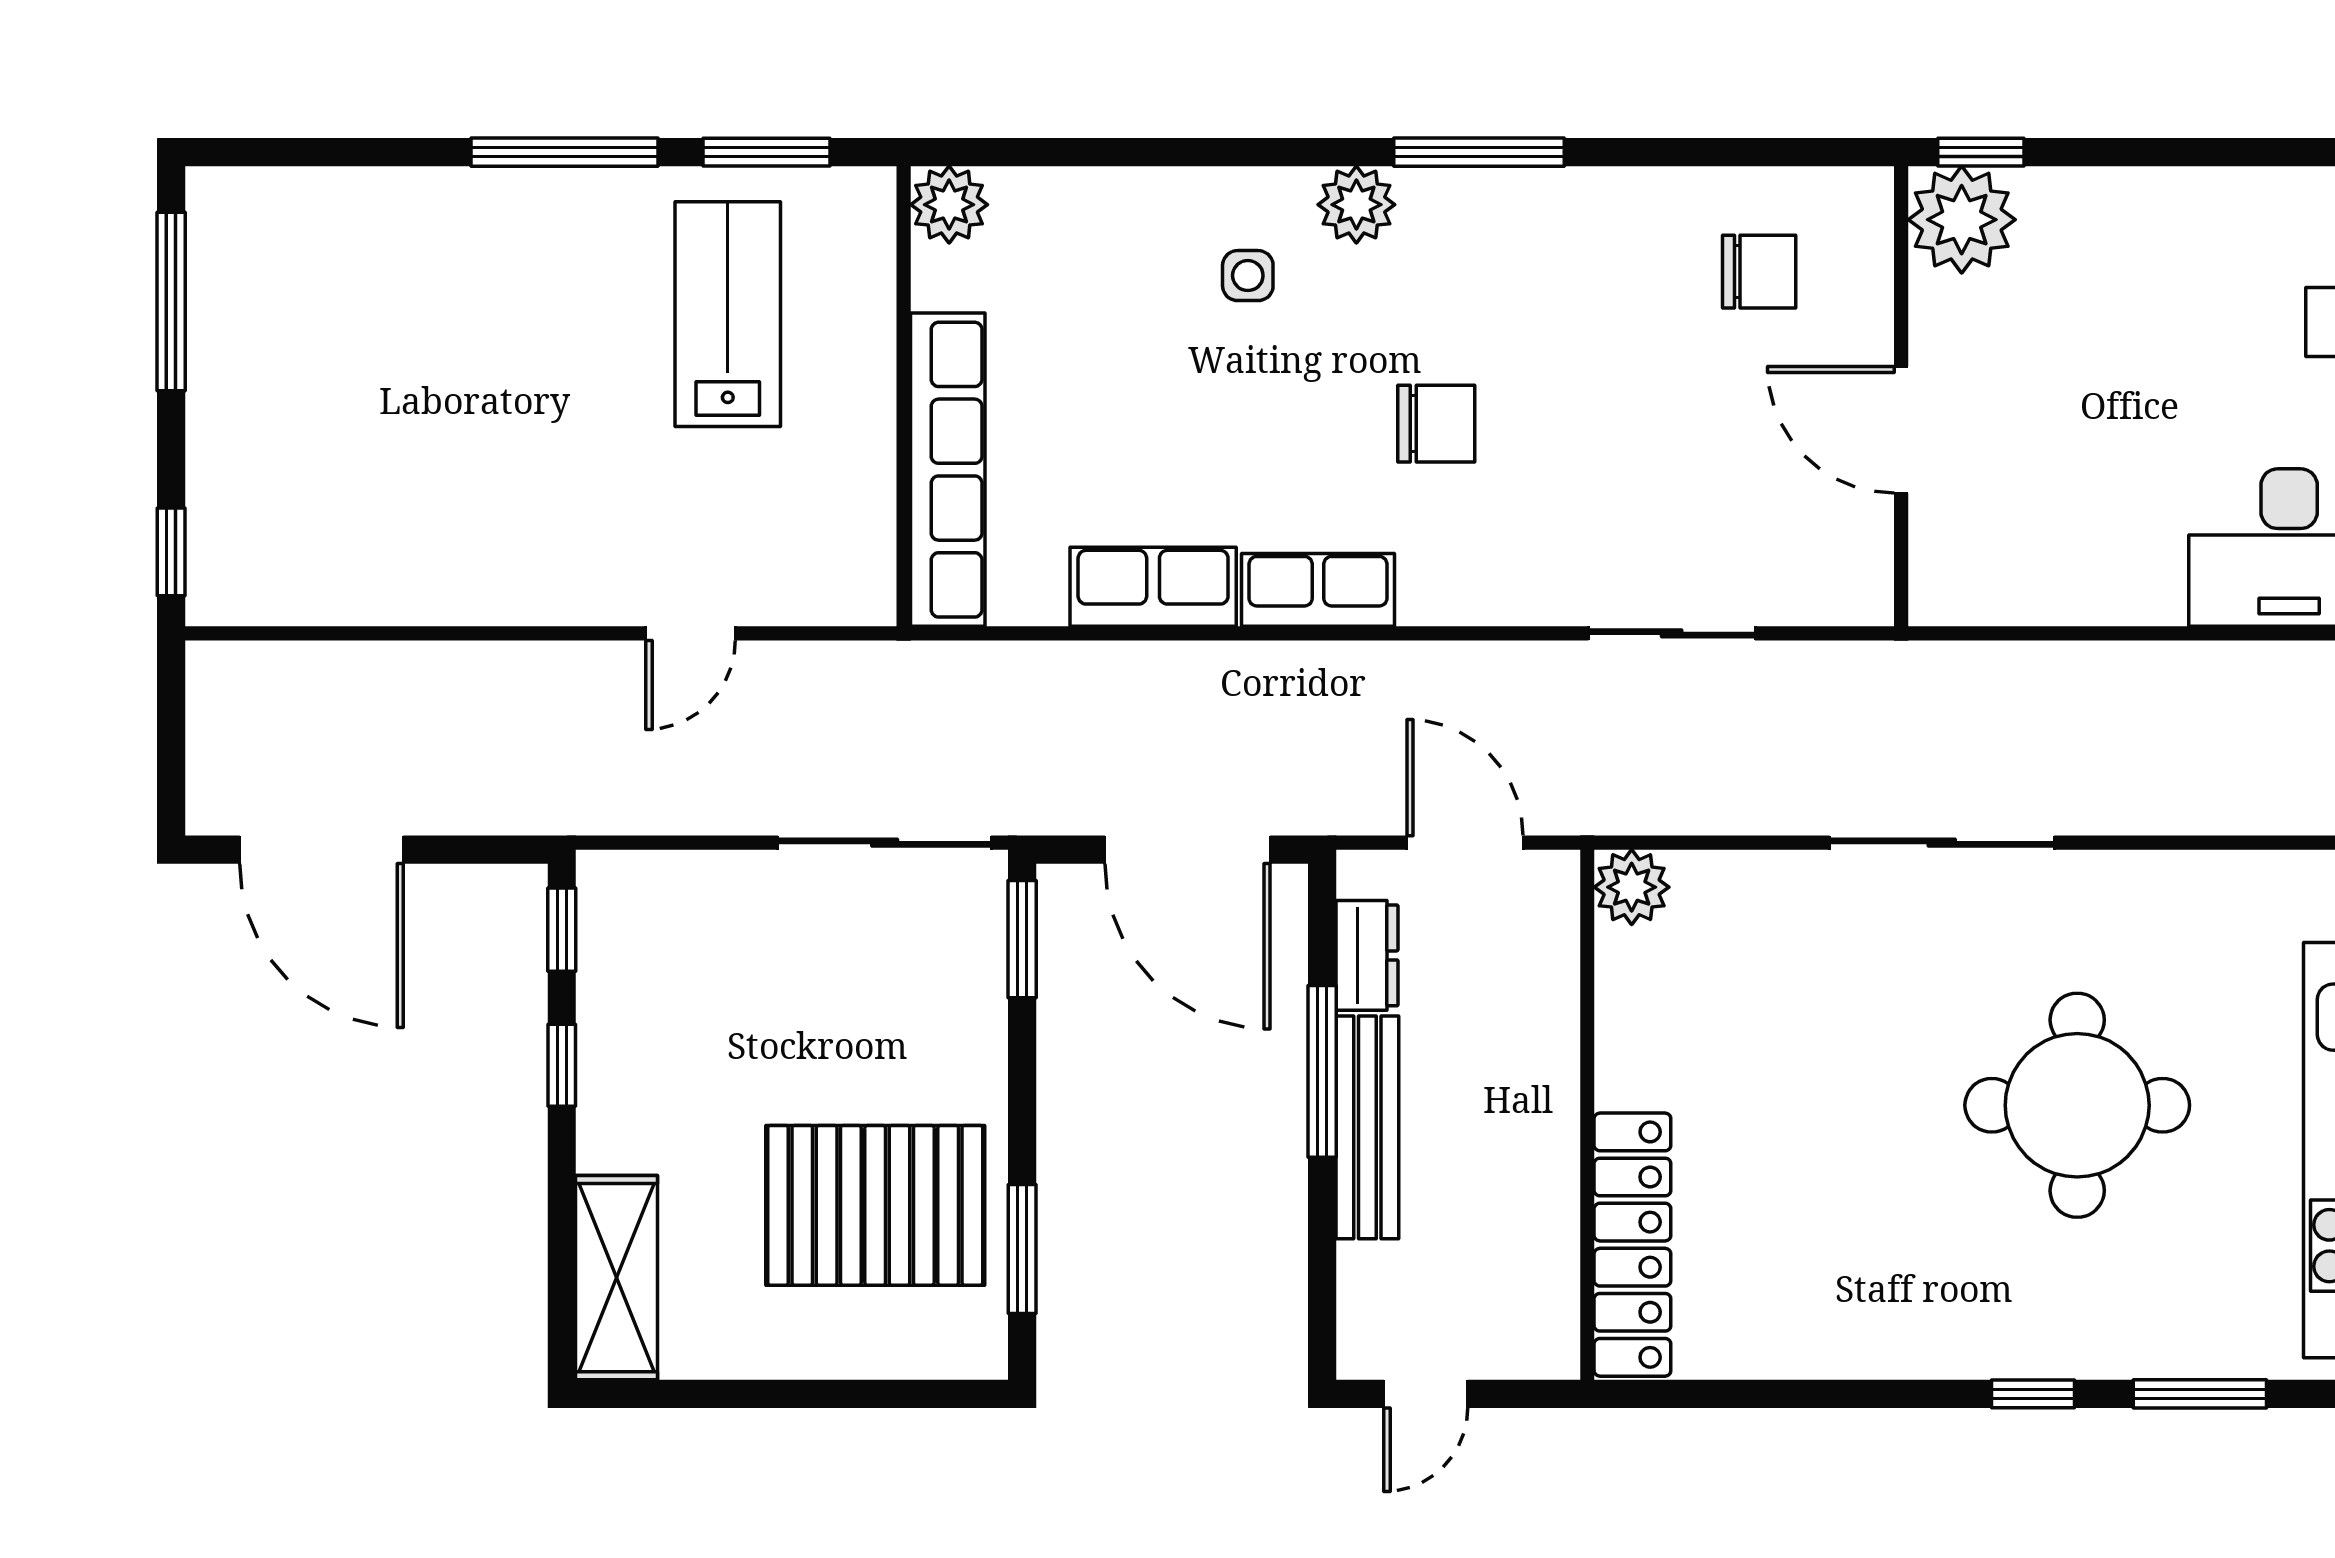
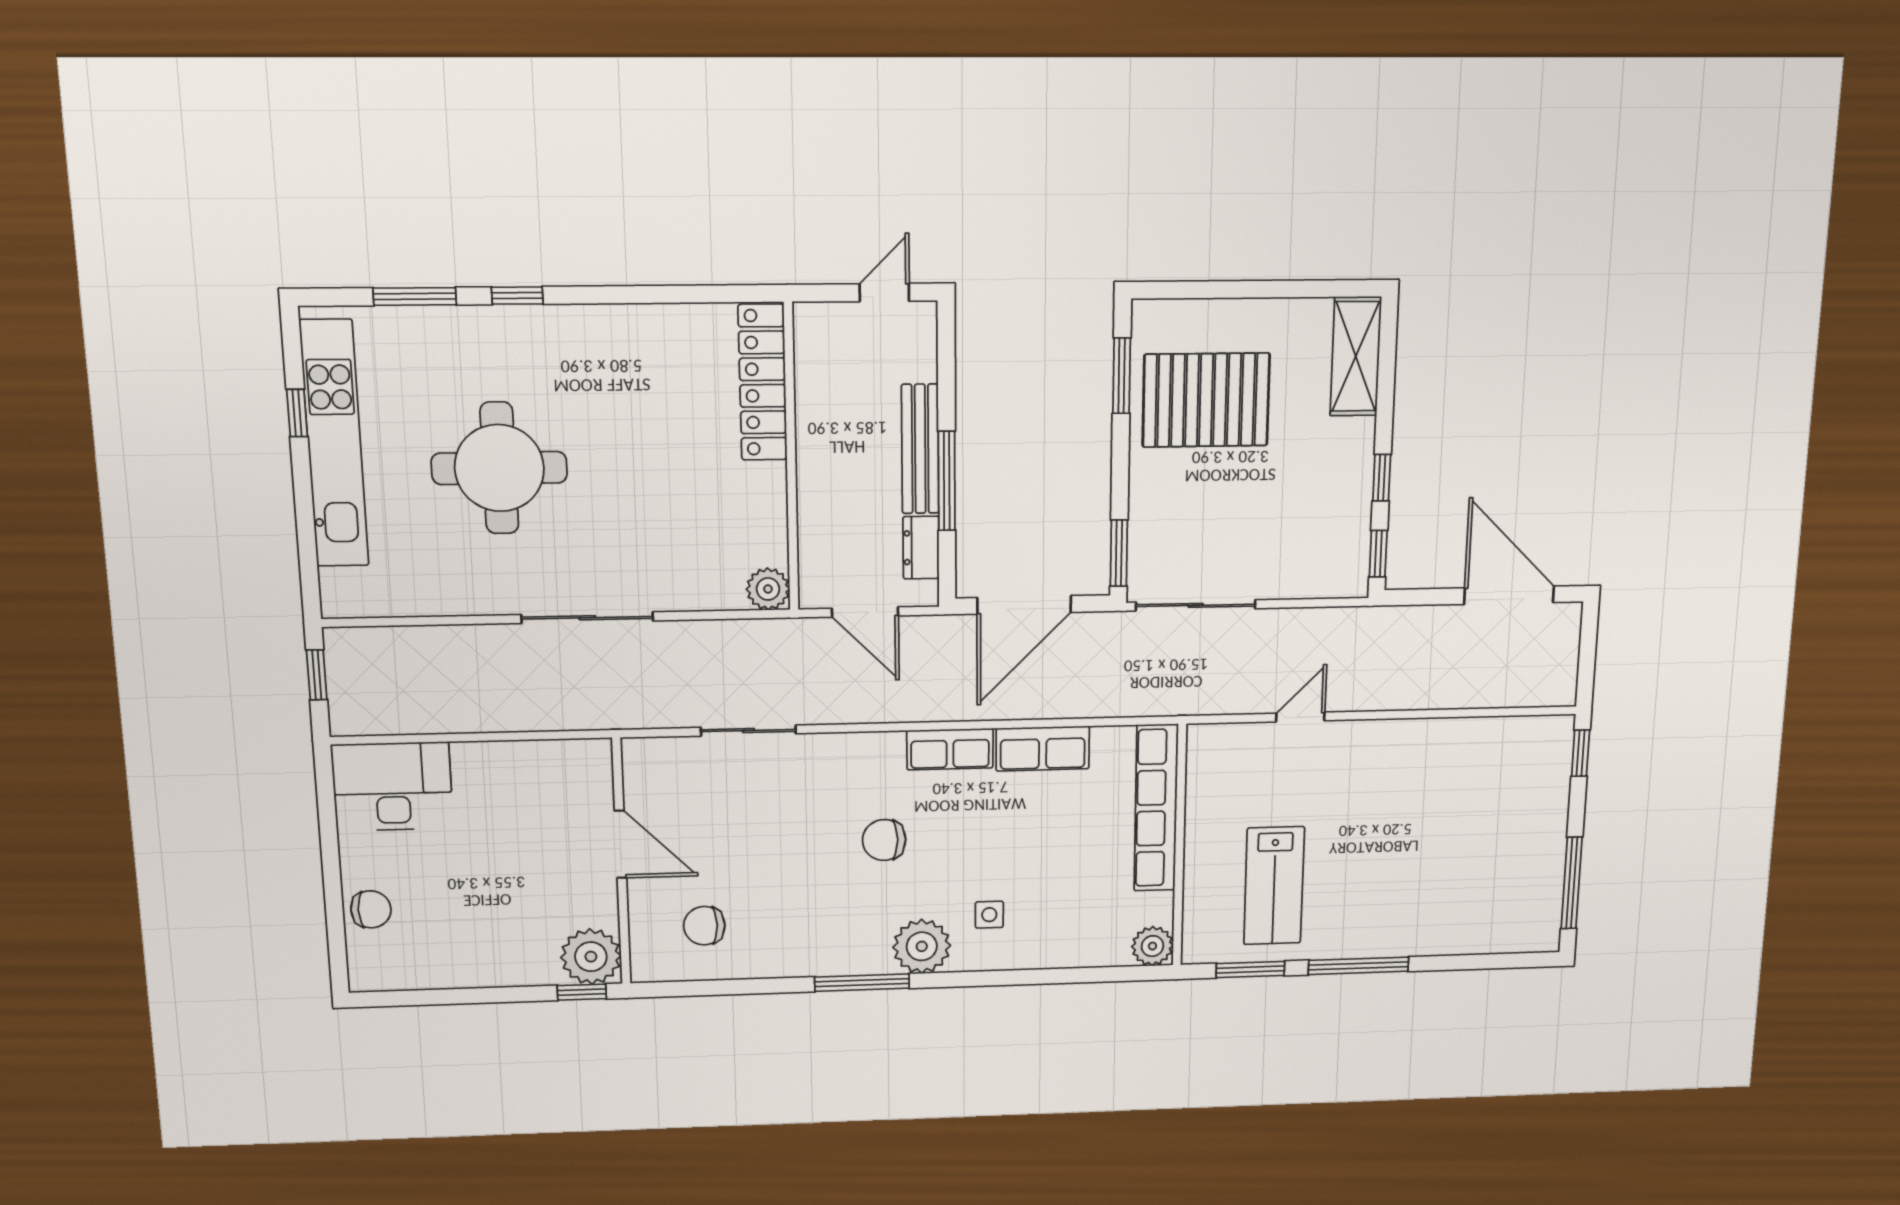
plant: (1356, 205) -> (922, 946), width x1.36, depth x1.36
door: (1187, 850) -> (1024, 605), swing flipped

